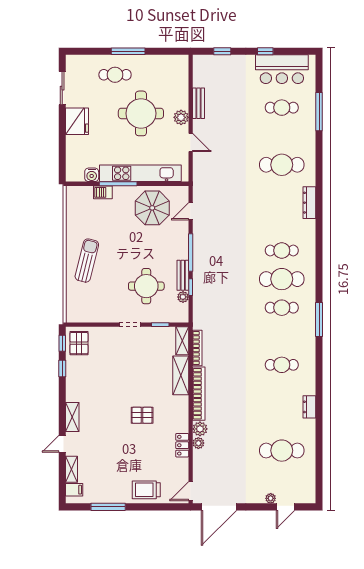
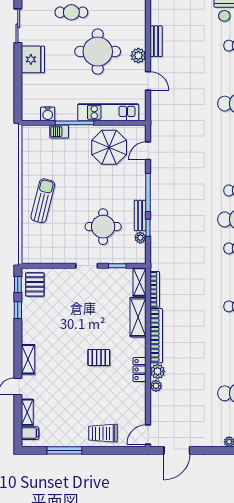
kitchen unit: (140, 173) -> (108, 112), width x0.73
locker: (182, 445) -> (140, 369), moved
door: (219, 507) -> (177, 450), width x0.73

